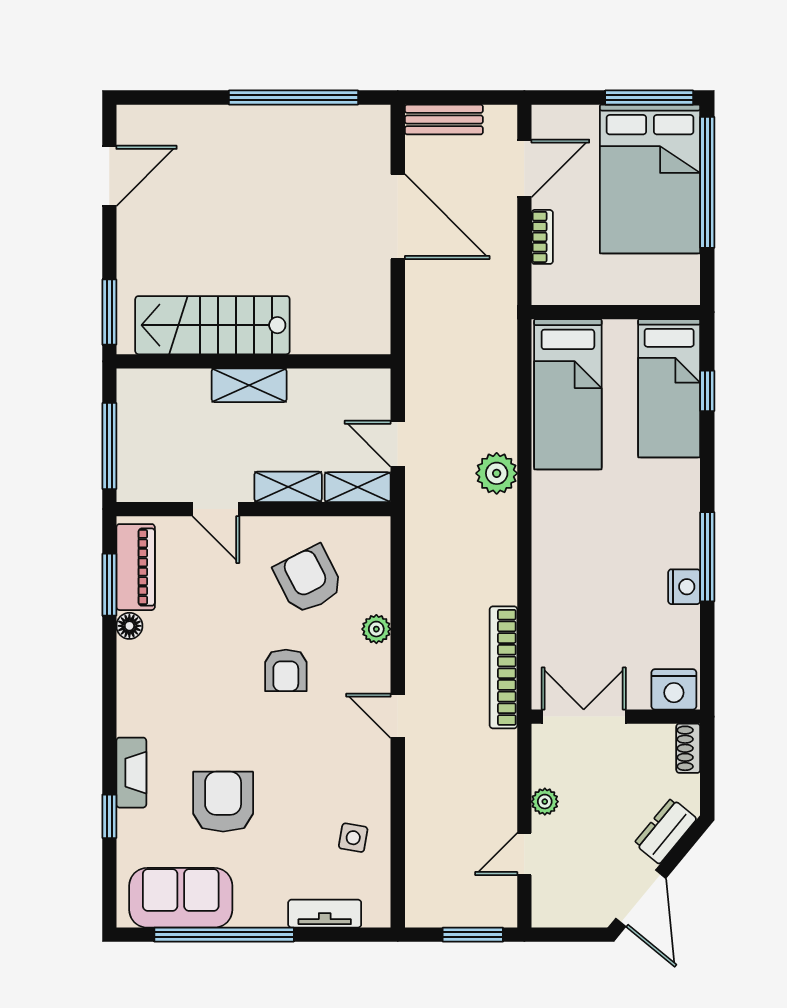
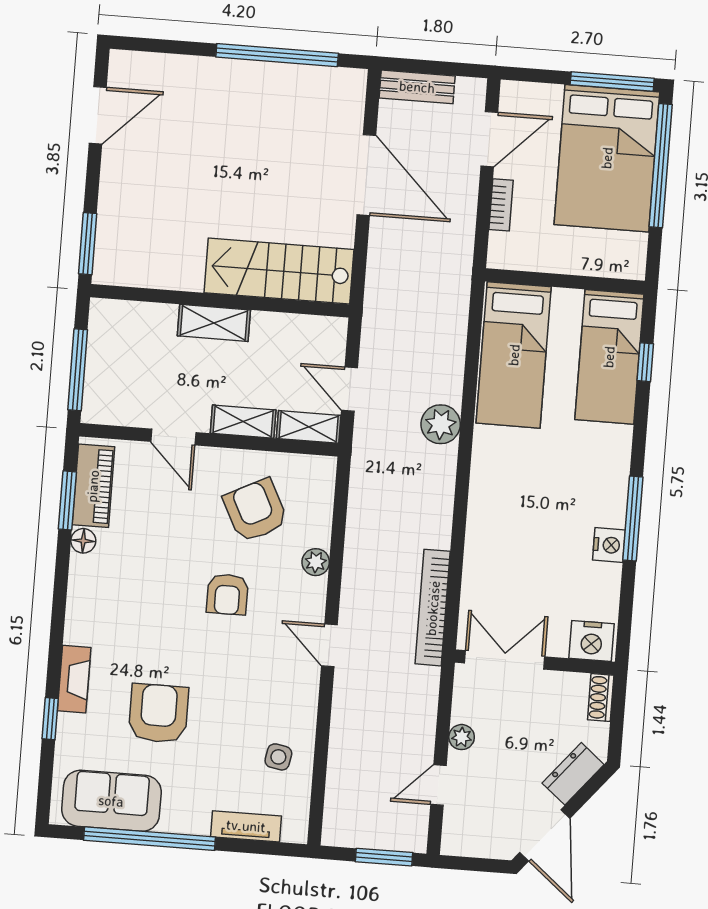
stairs: (212, 325) -> (279, 271), moved

